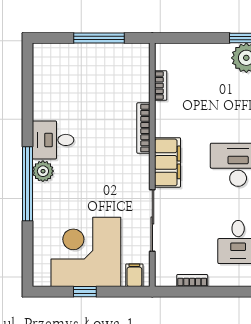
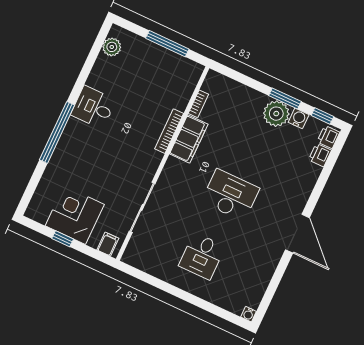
filing cabinet: (168, 162) -> (189, 139), moved
plant: (43, 171) -> (112, 47), moved
corner desk: (86, 252) -> (75, 215), width x0.74, depth x0.74
bookcase: (192, 281) -> (151, 270), removed

